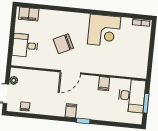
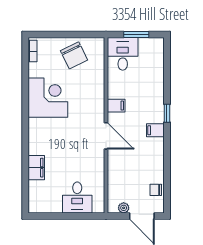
filing cabinet: (29, 14) -> (36, 168), moved
chair: (63, 44) -> (74, 55), moved
filing cabinet: (104, 84) -> (116, 106), moved
desk: (132, 96) -> (123, 54), width x0.73

